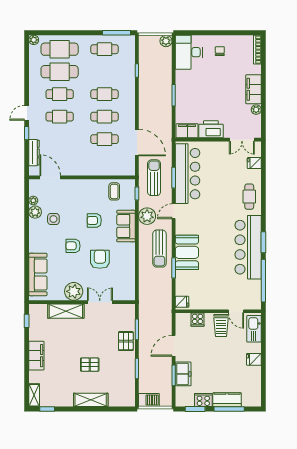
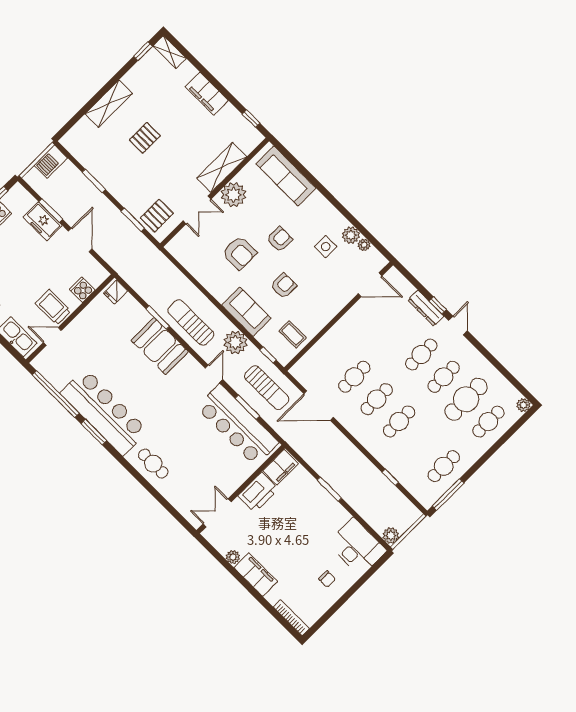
cafe table: (60, 49) -> (488, 422), width x0.73, depth x0.74
dresser: (34, 153) -> (426, 308), moved
fridge: (254, 163) -> (182, 502), removed
pallet: (126, 341) -> (157, 216), moved, turned 90

